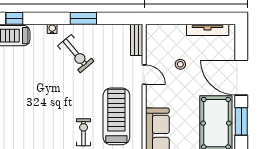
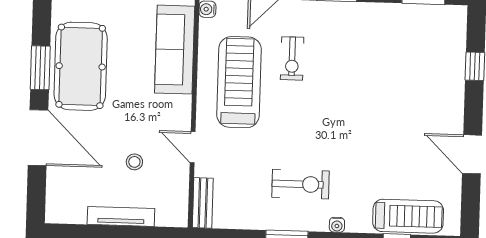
tv unit: (208, 30) -> (121, 216), moved
exercise bike: (76, 54) -> (300, 184), turned 130
treadmill: (116, 116) -> (239, 82), turned 180

